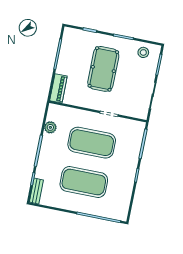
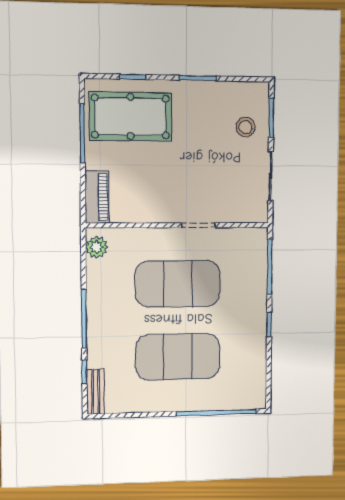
stool: (143, 52) -> (245, 127), moved
pool table: (103, 69) -> (130, 117), moved, turned 90
plant: (50, 127) -> (97, 247), moved

